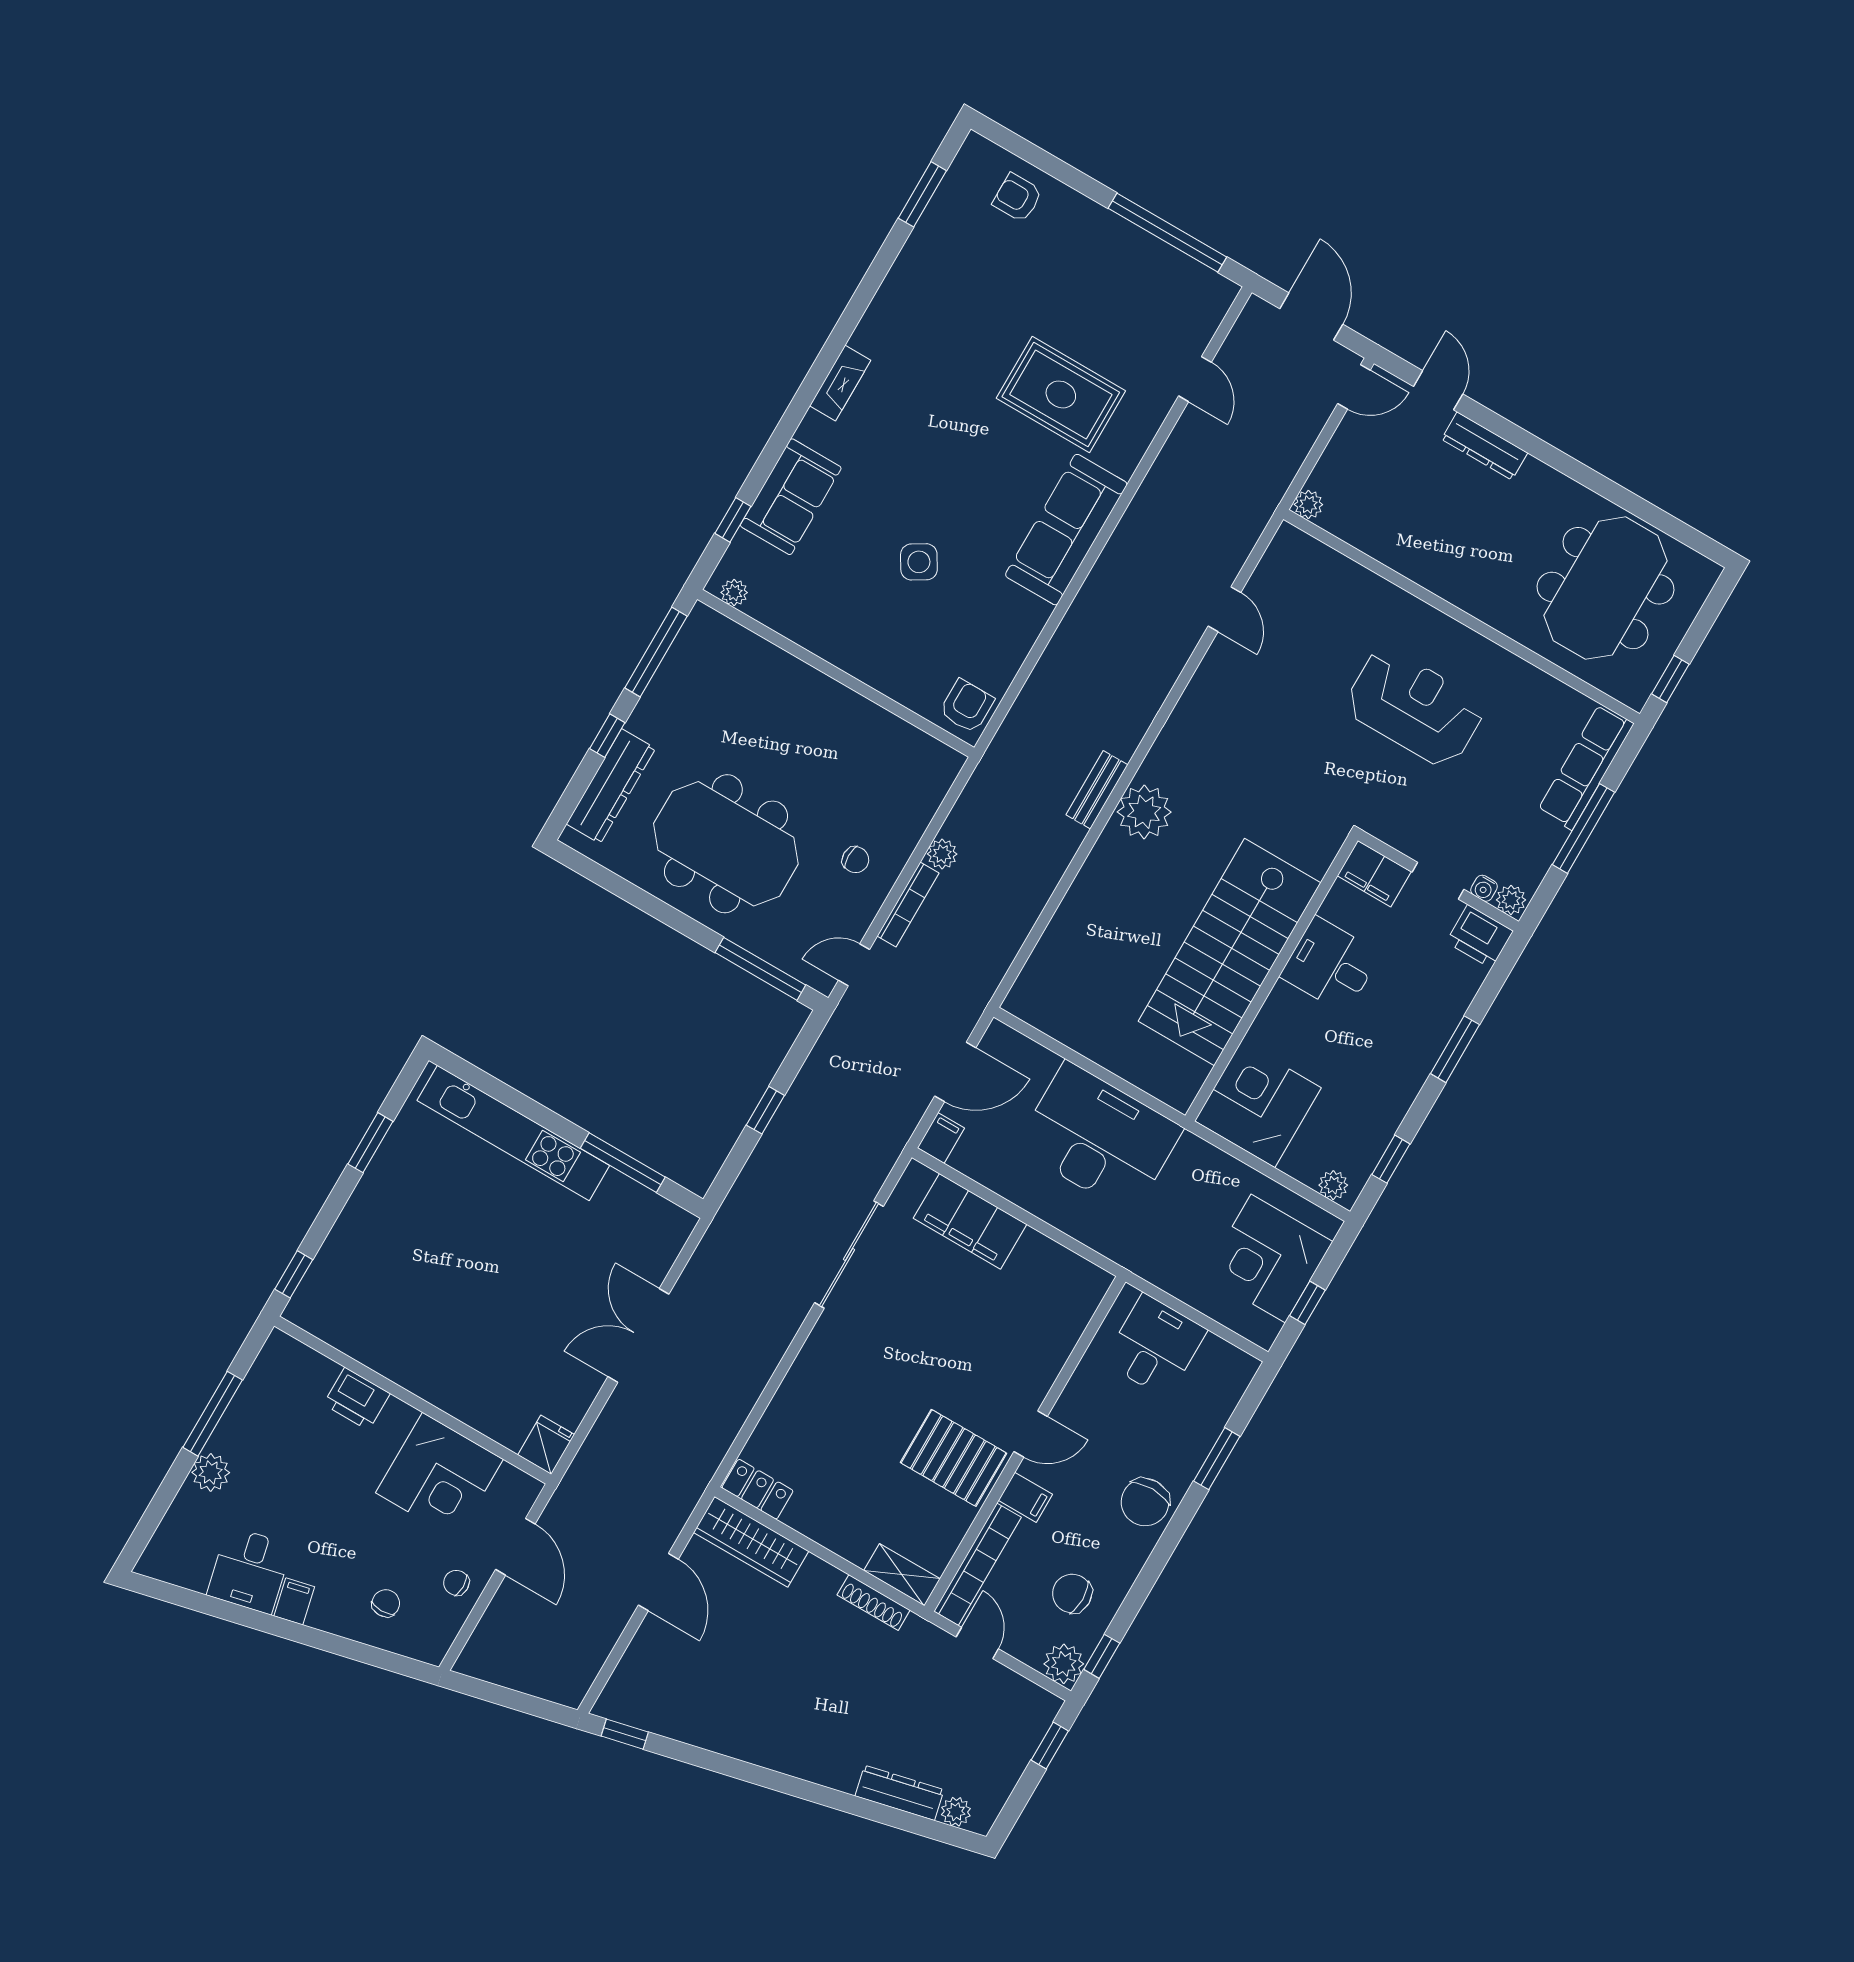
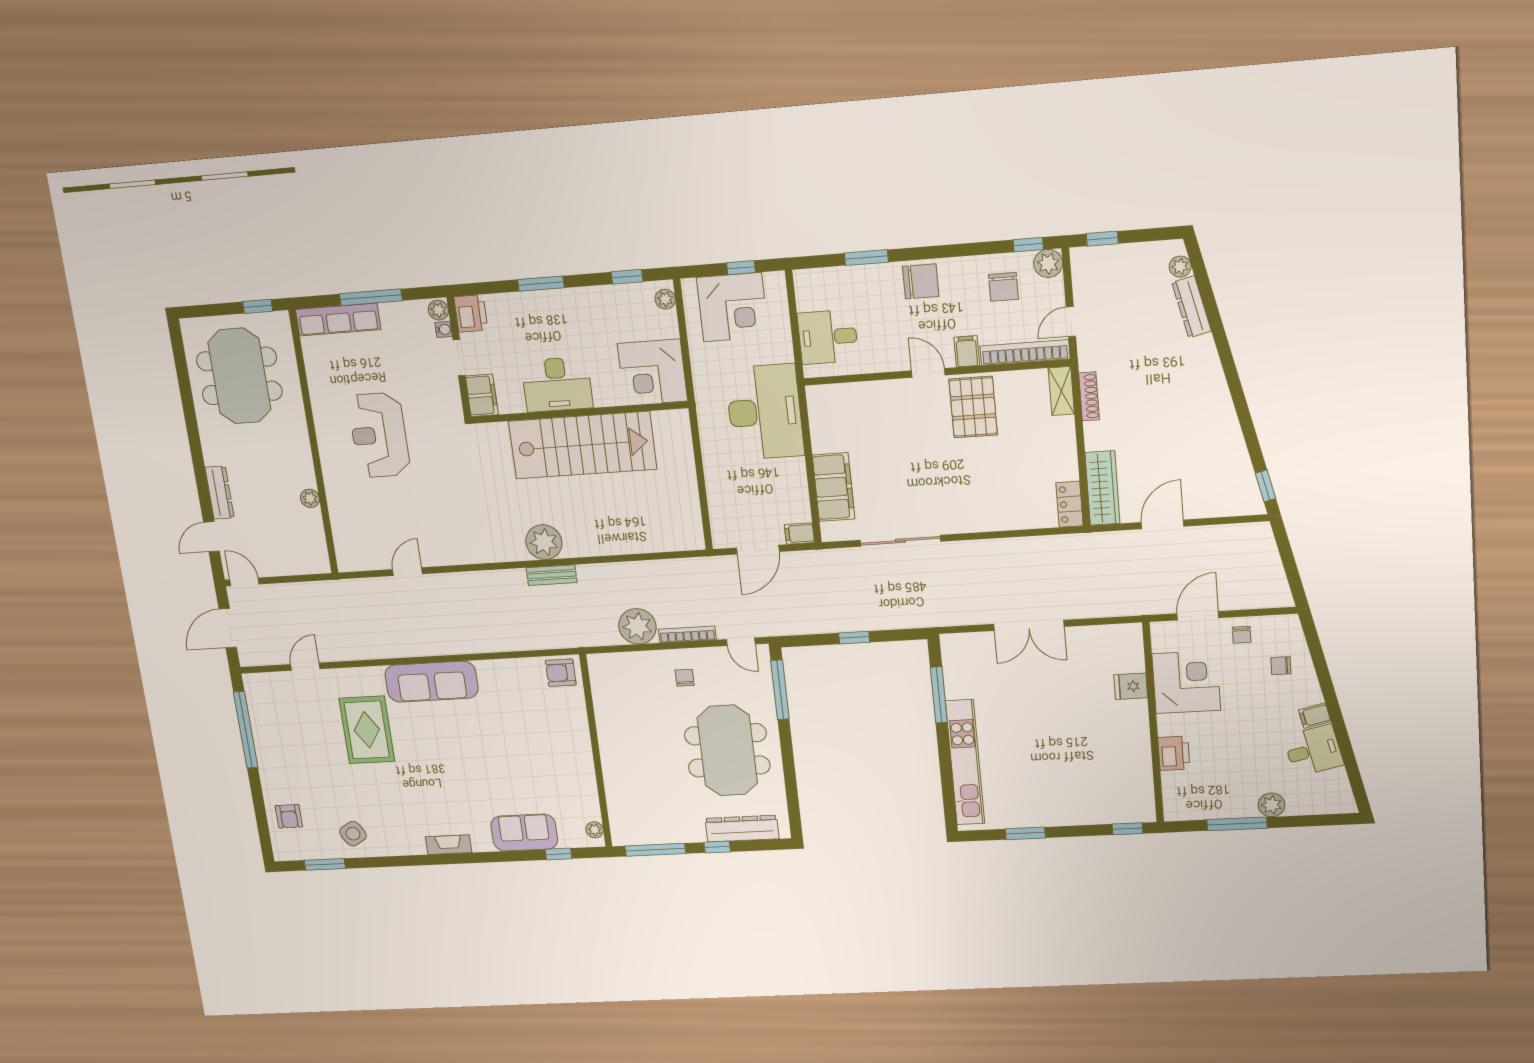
plant: (1308, 504) -> (310, 498), moved
side table: (919, 562) -> (353, 834), moved
meeting table: (1606, 588) -> (239, 376), turned 90
plant: (942, 854) -> (637, 626), width x1.87, depth x1.87
desk: (1330, 965) -> (557, 384), width x1.37
door: (955, 1072) -> (758, 550), swing flipped
desk: (1099, 1138) -> (765, 412), moved, turned 180
fridge: (546, 1445) -> (1131, 686), moved

